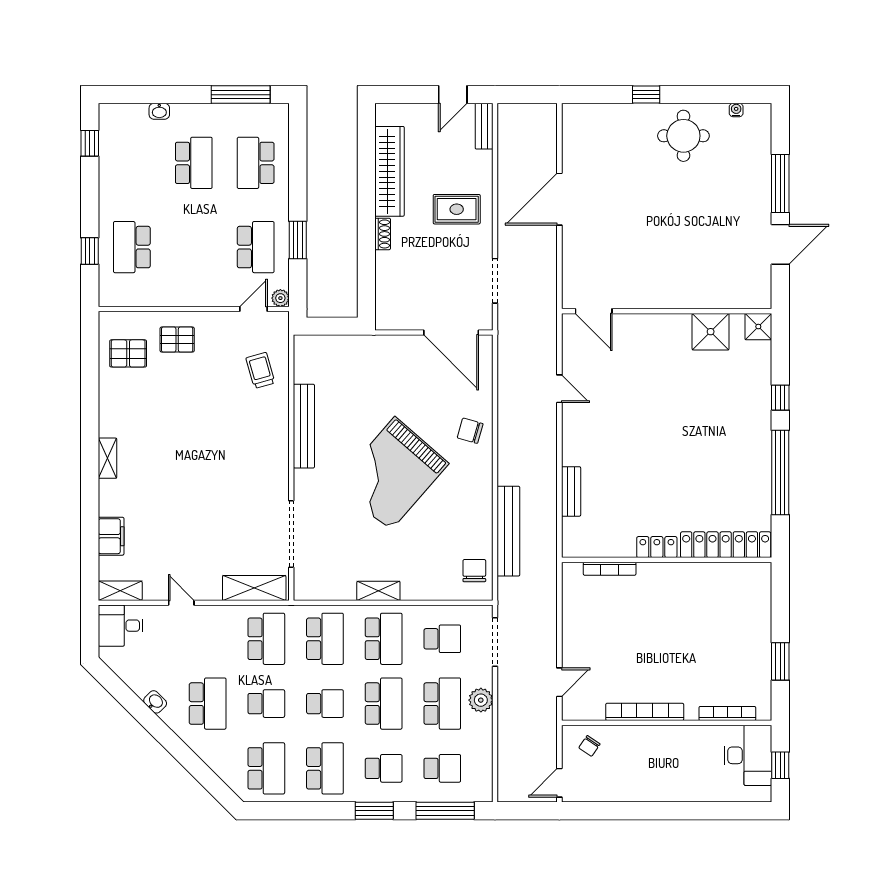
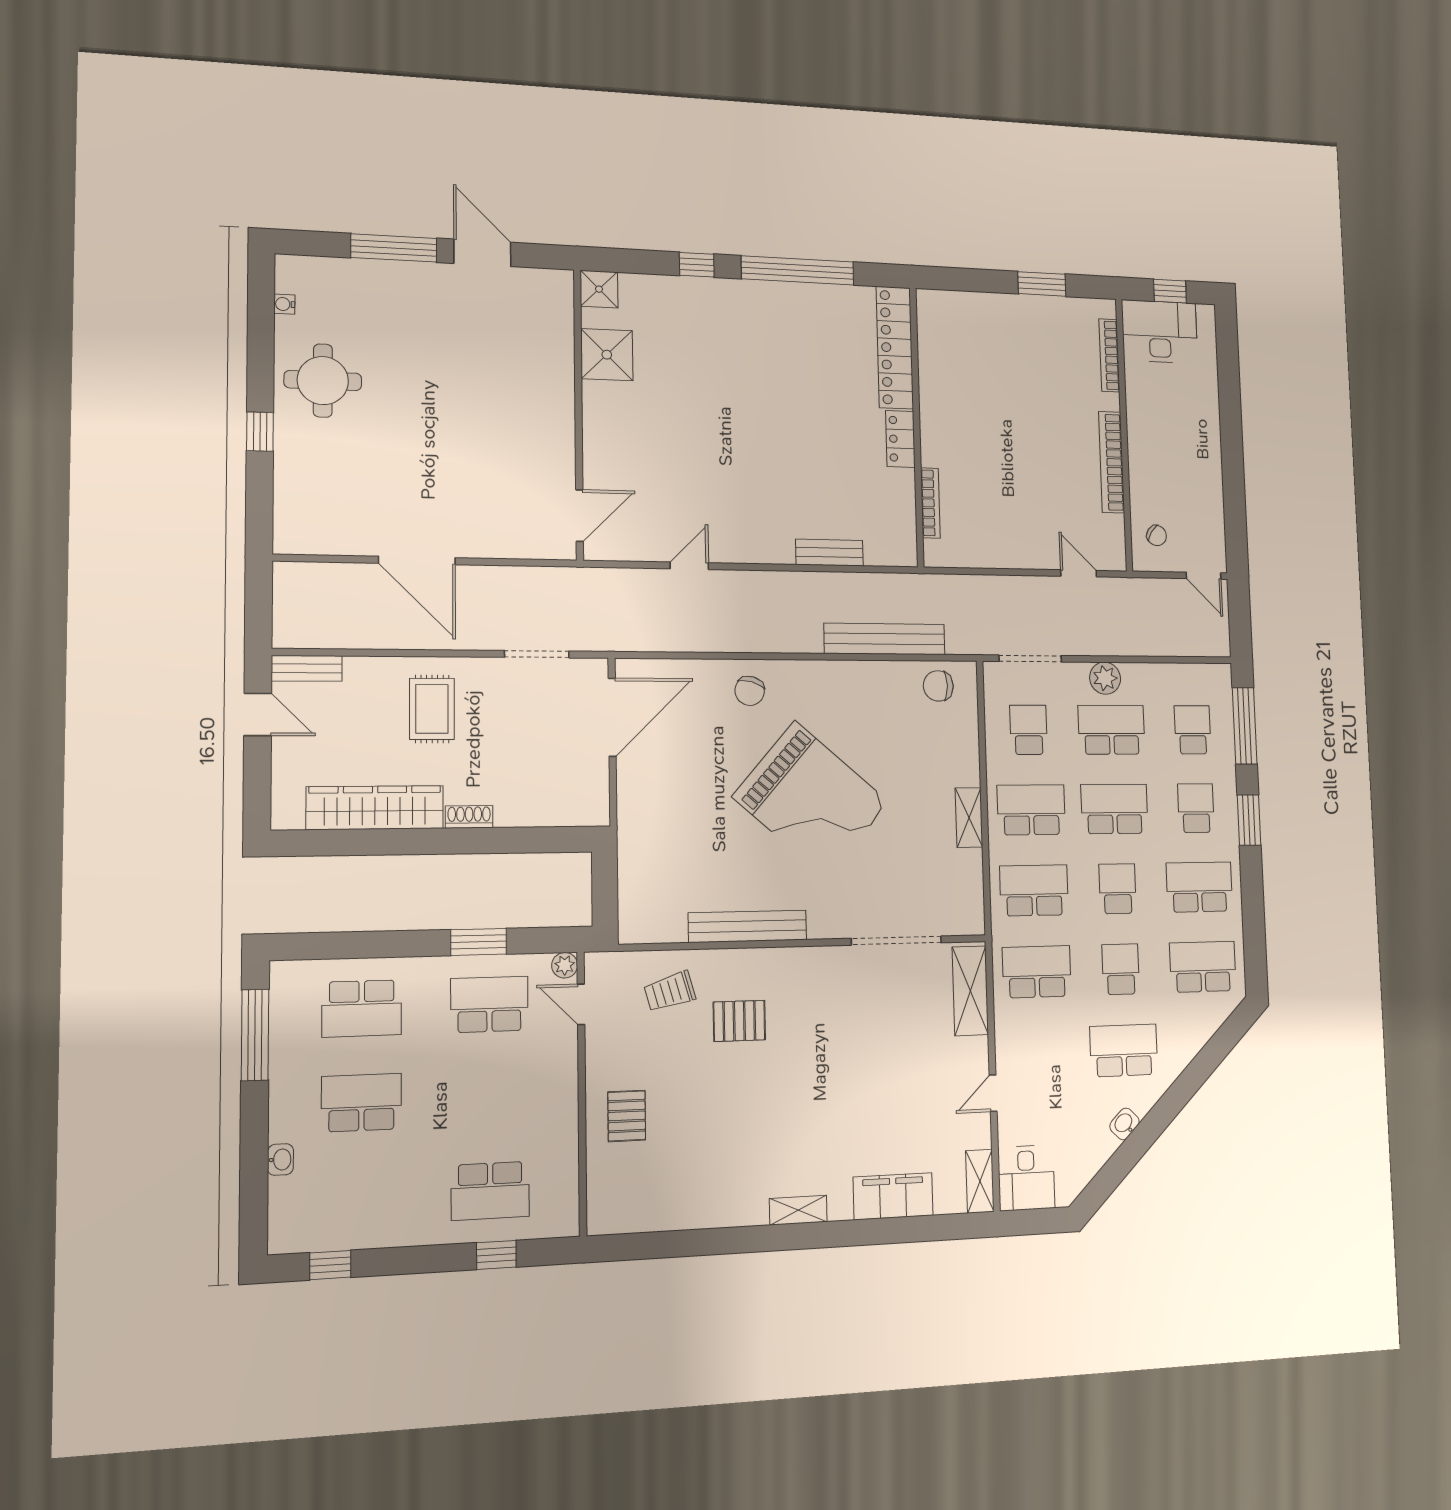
pallet: (128, 353) -> (739, 1021), moved, turned 90
filing cabinet: (111, 536) -> (893, 1196), width x1.50, depth x1.17

